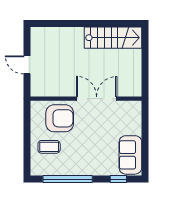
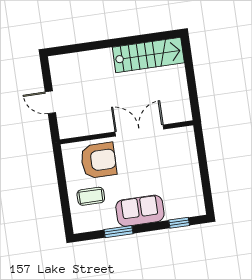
sofa: (130, 155) -> (140, 211), moved, turned 90
window: (68, 179) -> (118, 232), width x0.47

